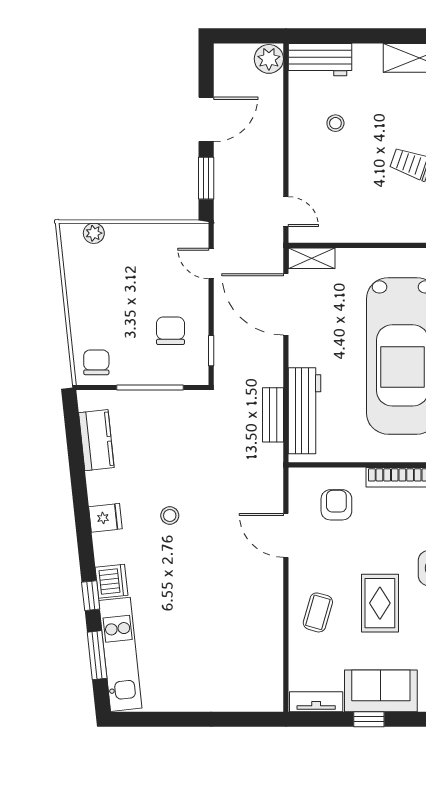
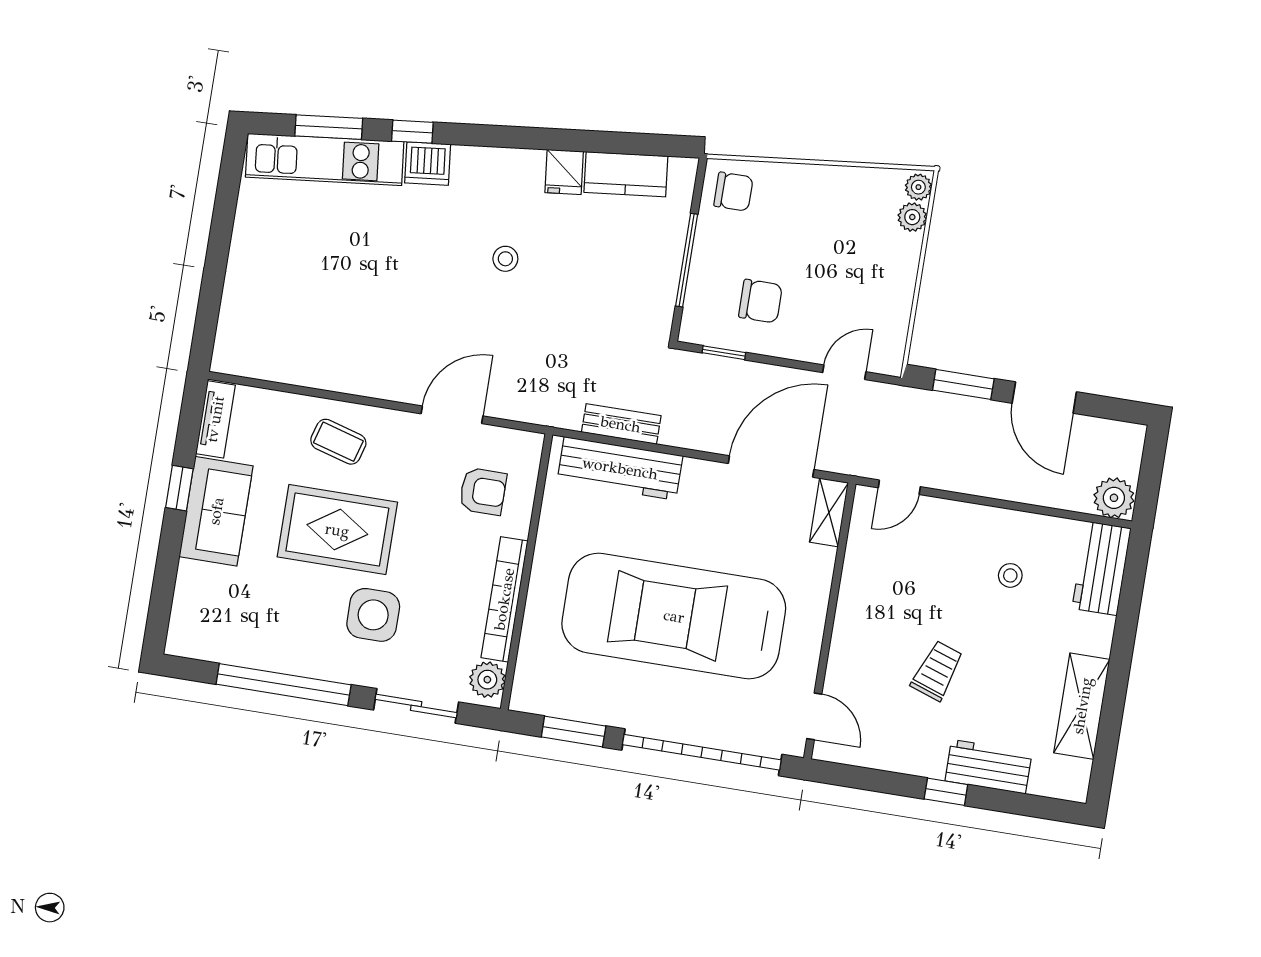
plant: (72, 232) -> (918, 187), added
fridge: (105, 518) -> (564, 172), moved
rug: (380, 603) -> (337, 530), width x1.36, depth x1.43

